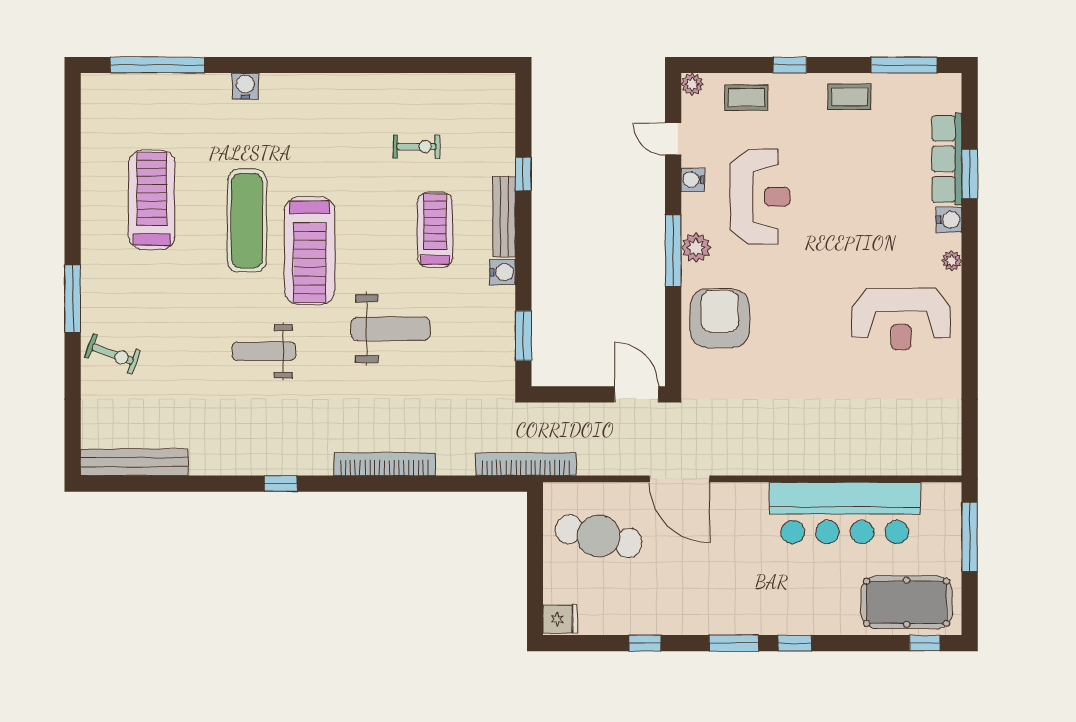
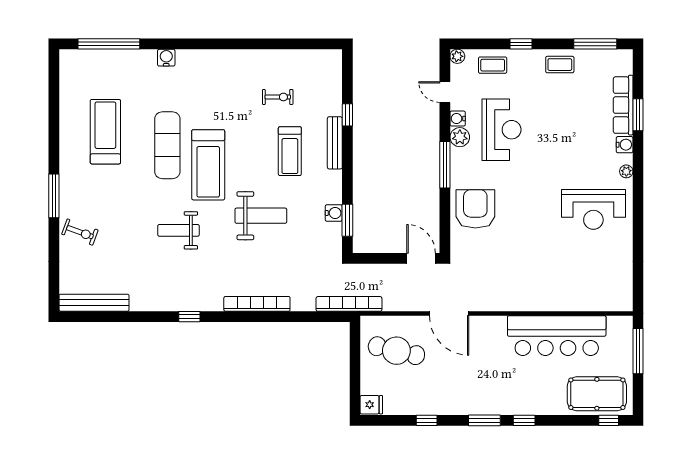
treadmill: (435, 230) -> (290, 151), turned 180
plant: (696, 248) -> (460, 137), moved
water cooler: (502, 272) -> (334, 213), moved

